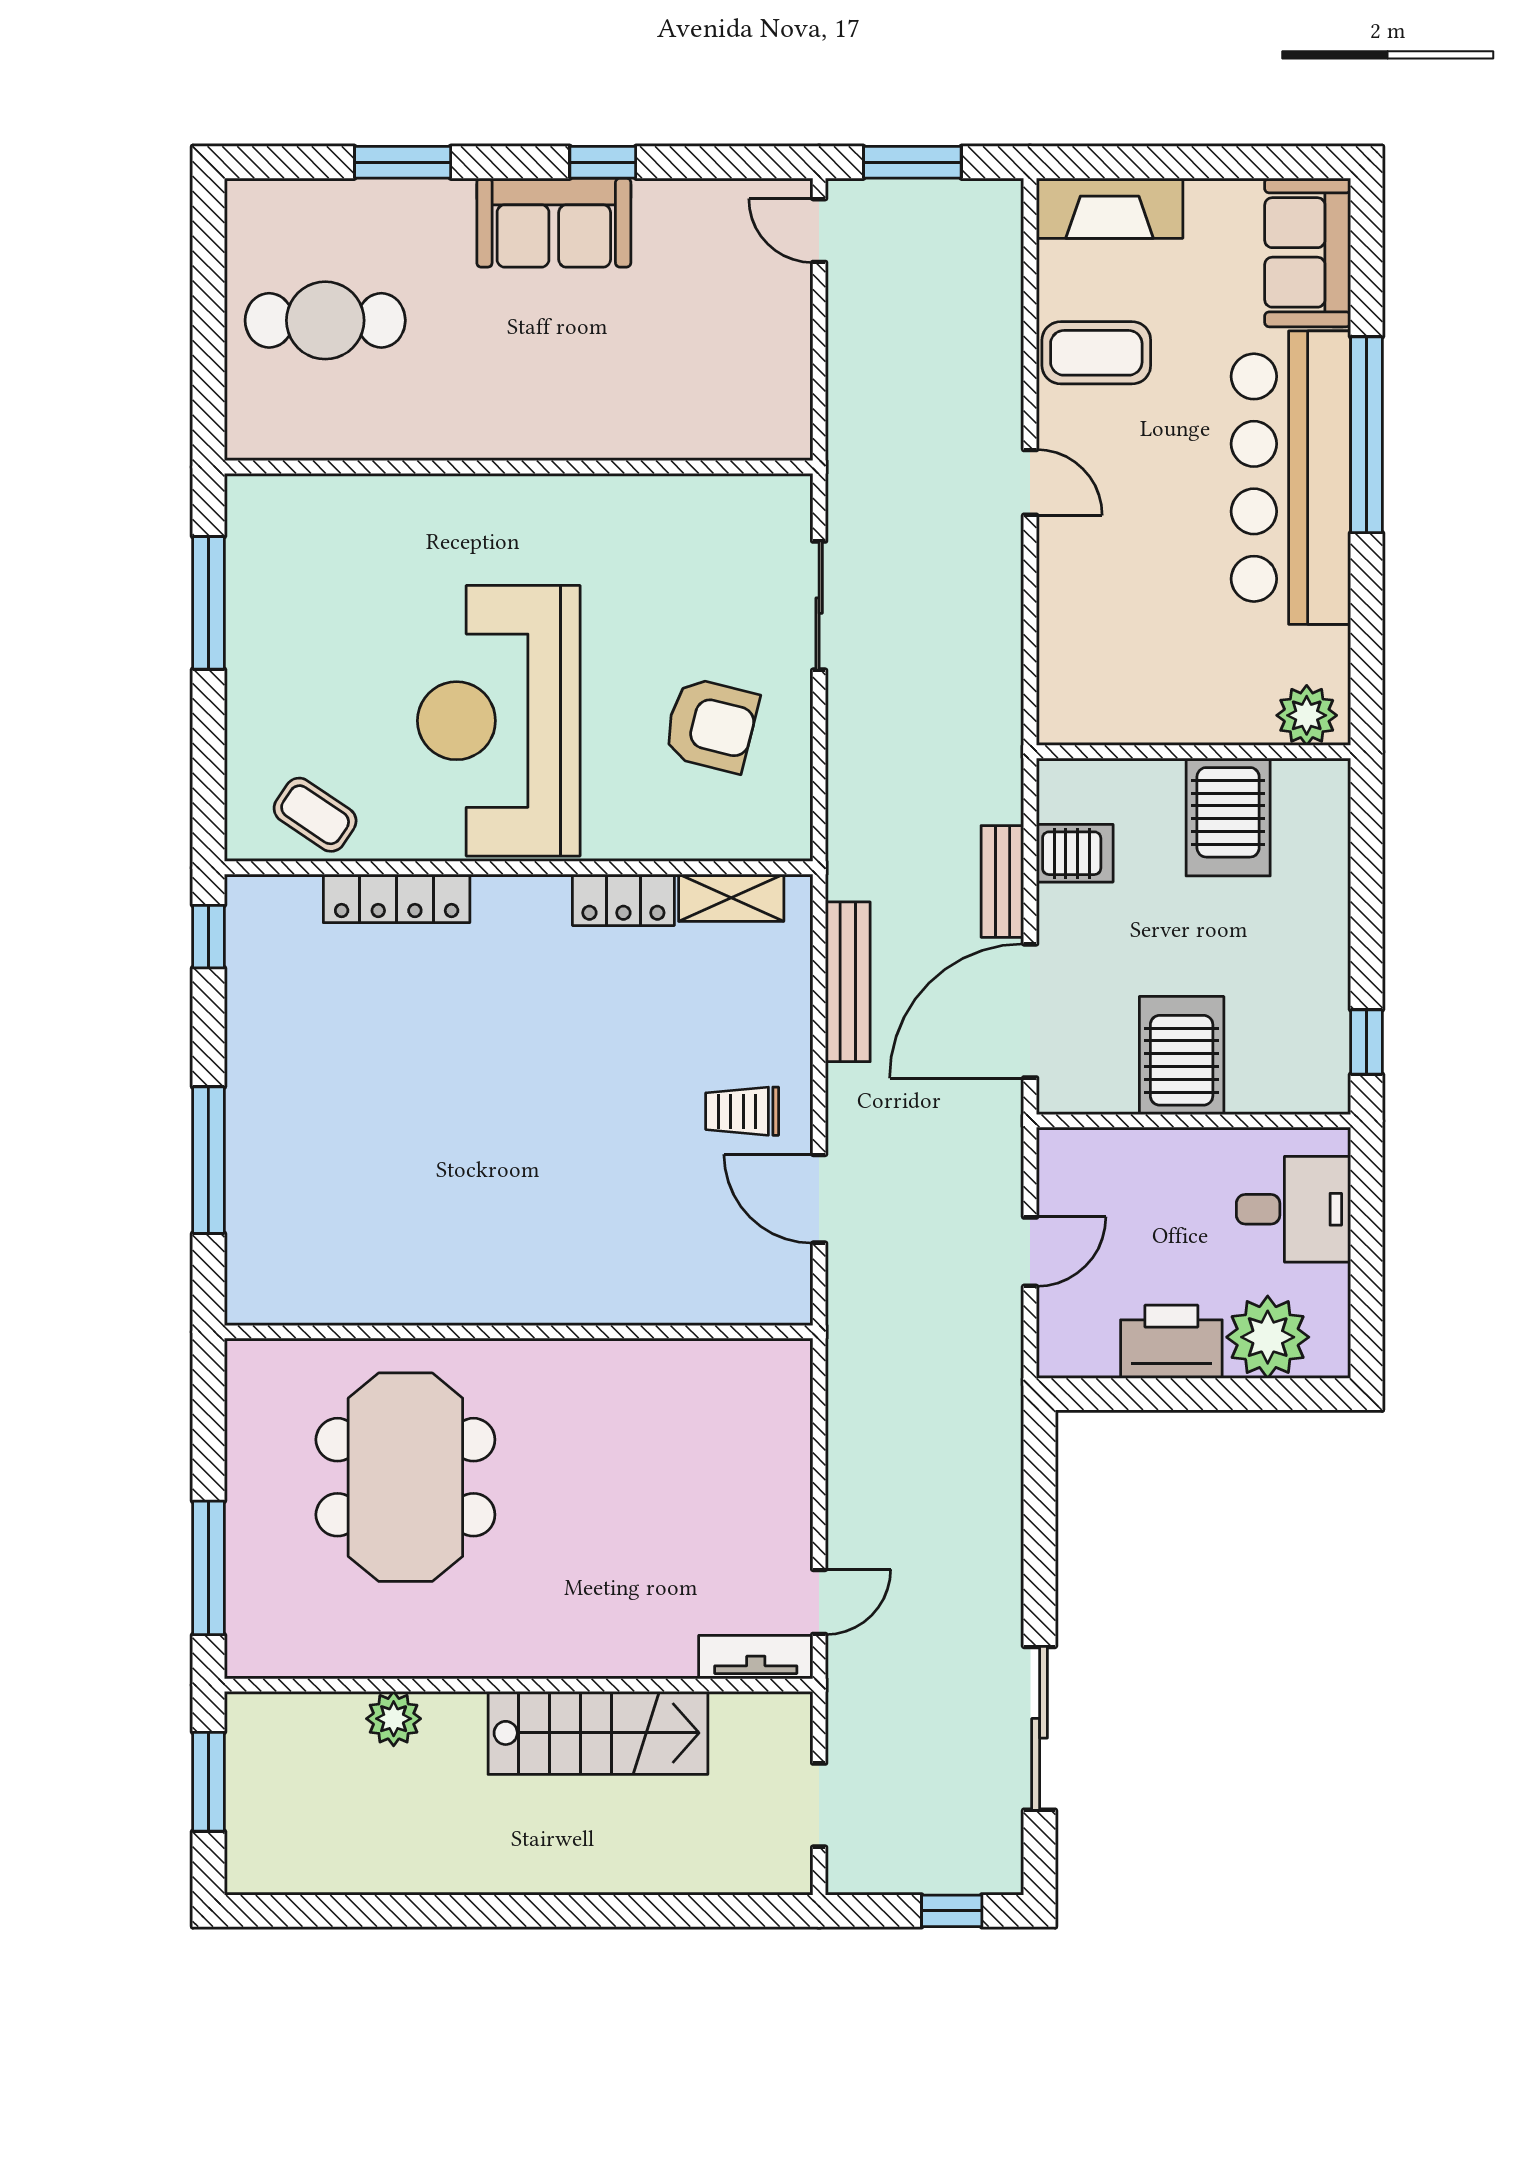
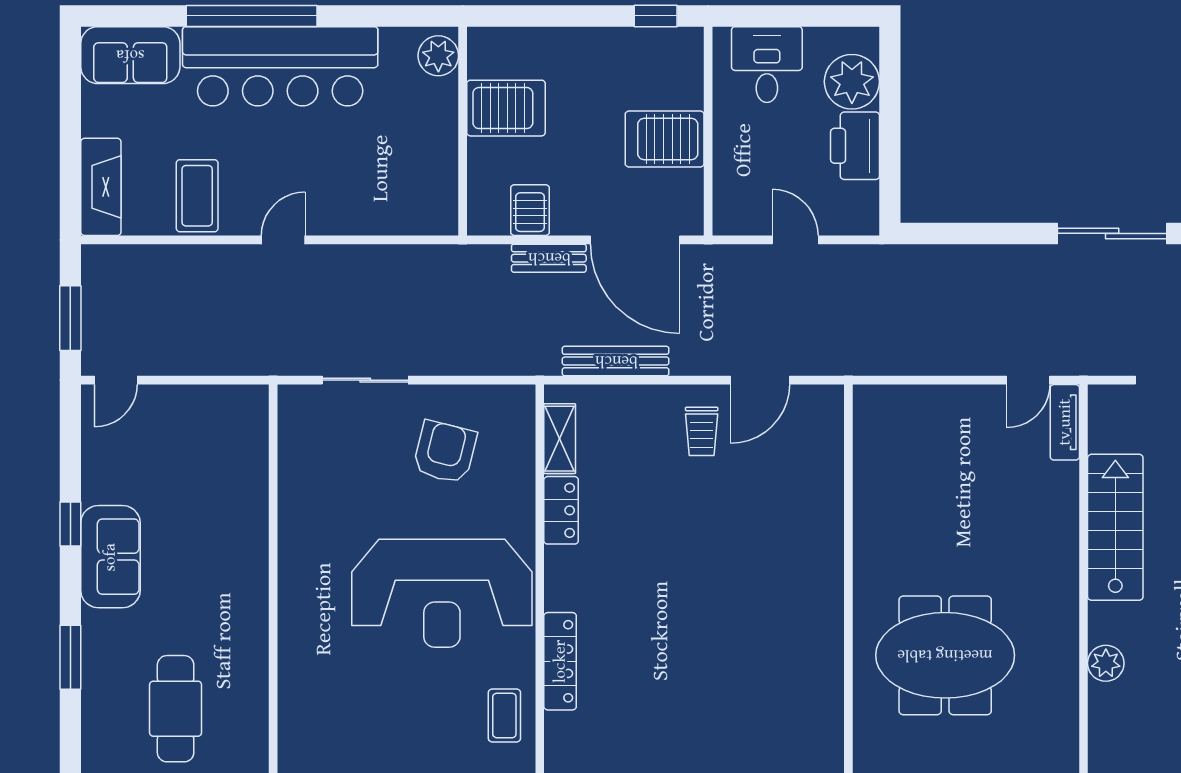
coffee table: (315, 815) -> (504, 715), turned -34
door: (819, 1602) -> (1028, 380), swing flipped

